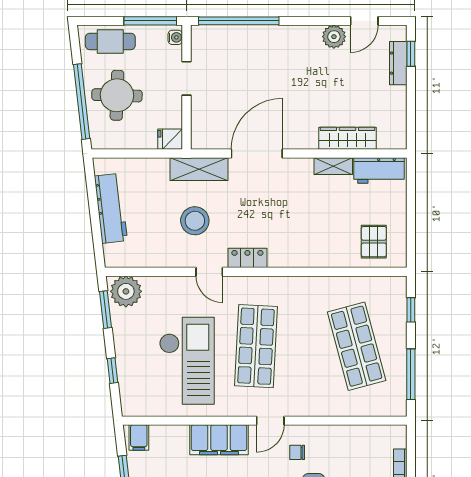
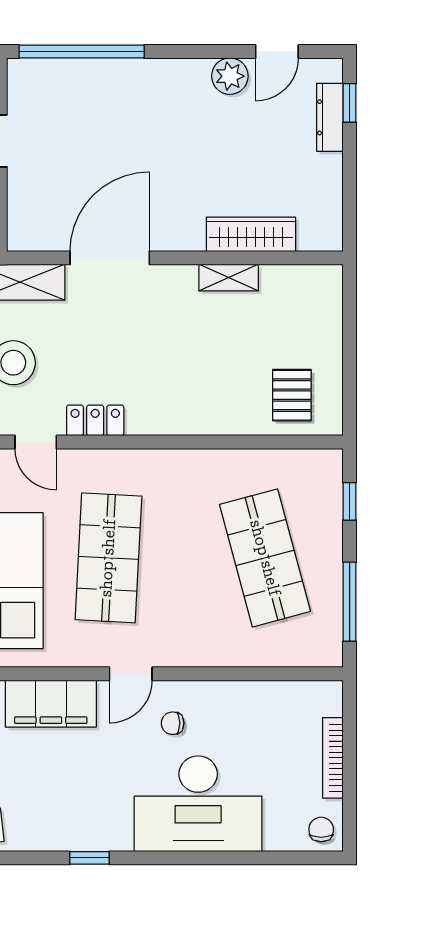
workbench: (379, 170) -> (300, 284), removed

